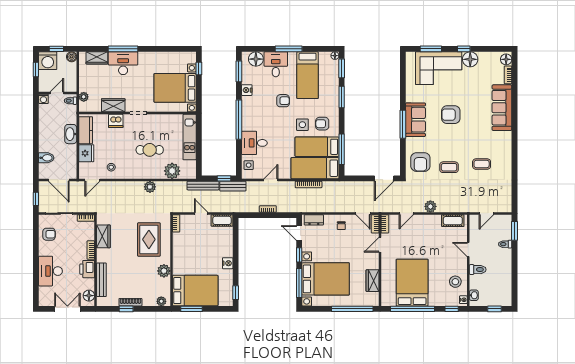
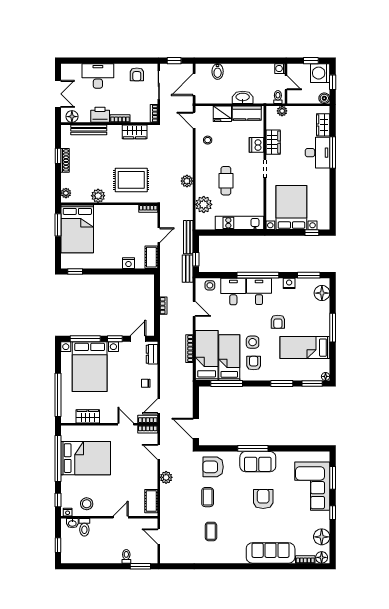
floor lamp: (470, 59) -> (322, 537), moved
desk: (276, 64) -> (259, 291), moved, turned -90
nightstand: (228, 263) -> (128, 263), moved
toilet: (478, 270) -> (84, 527), moved

